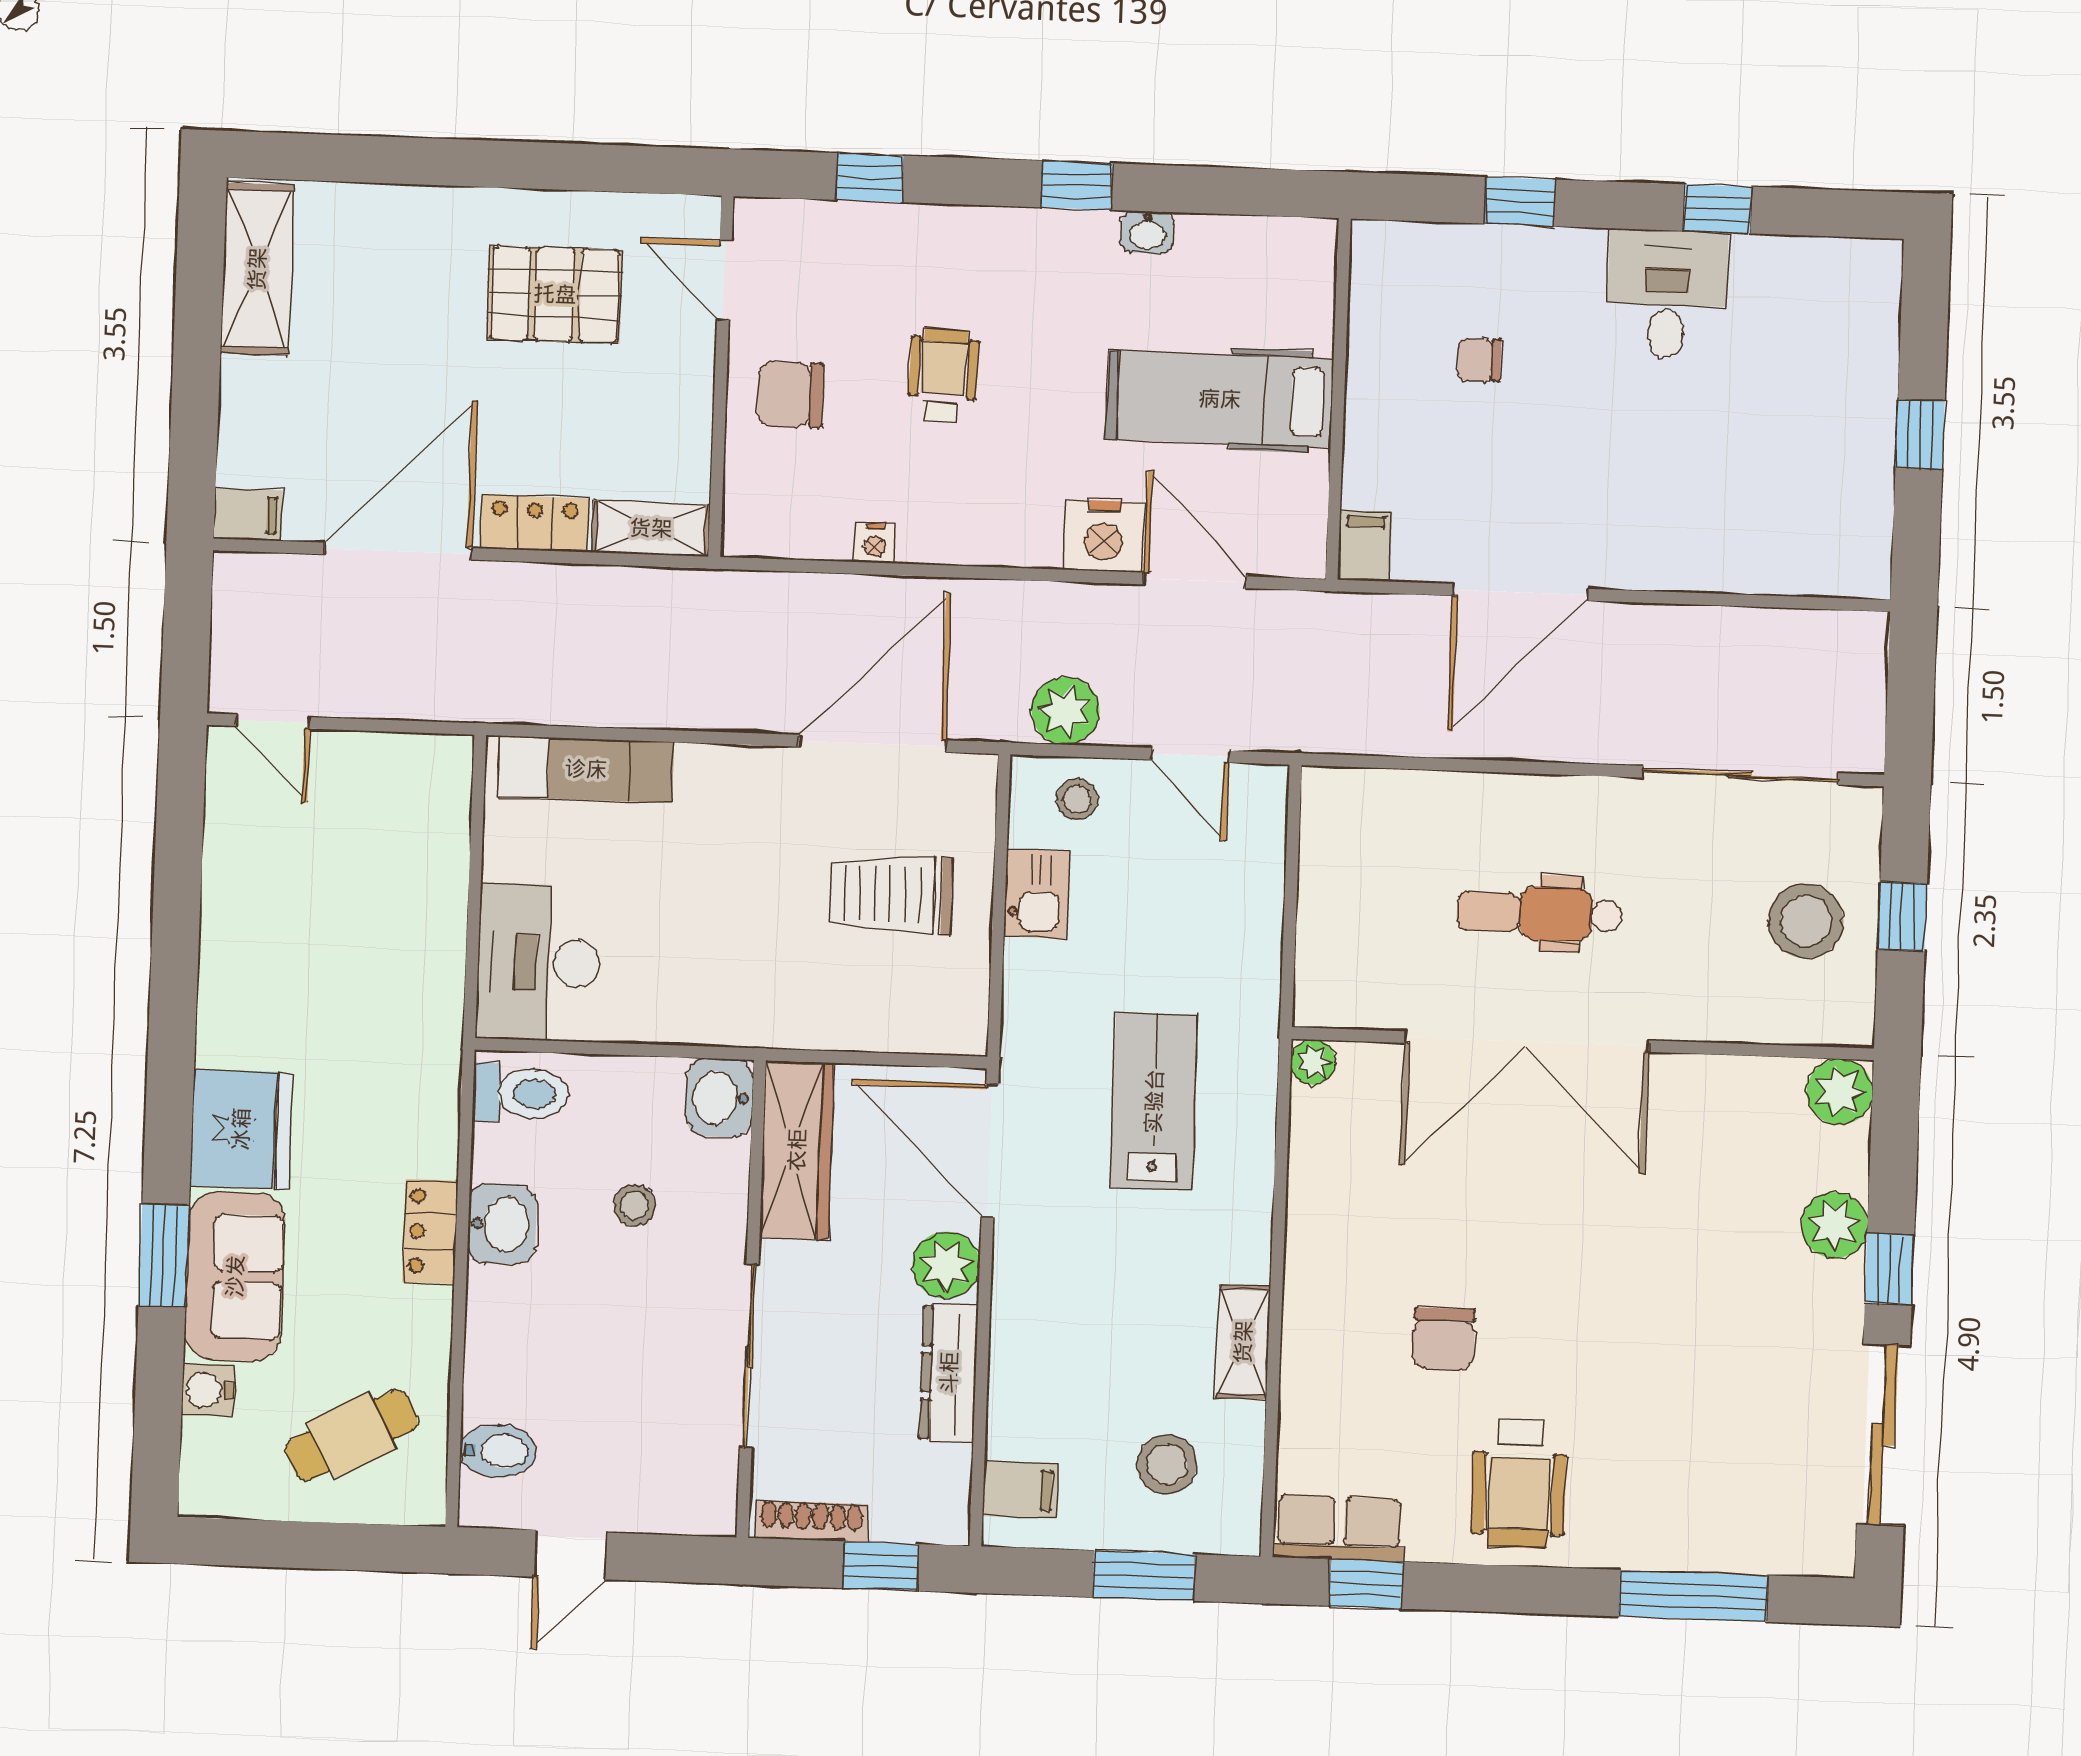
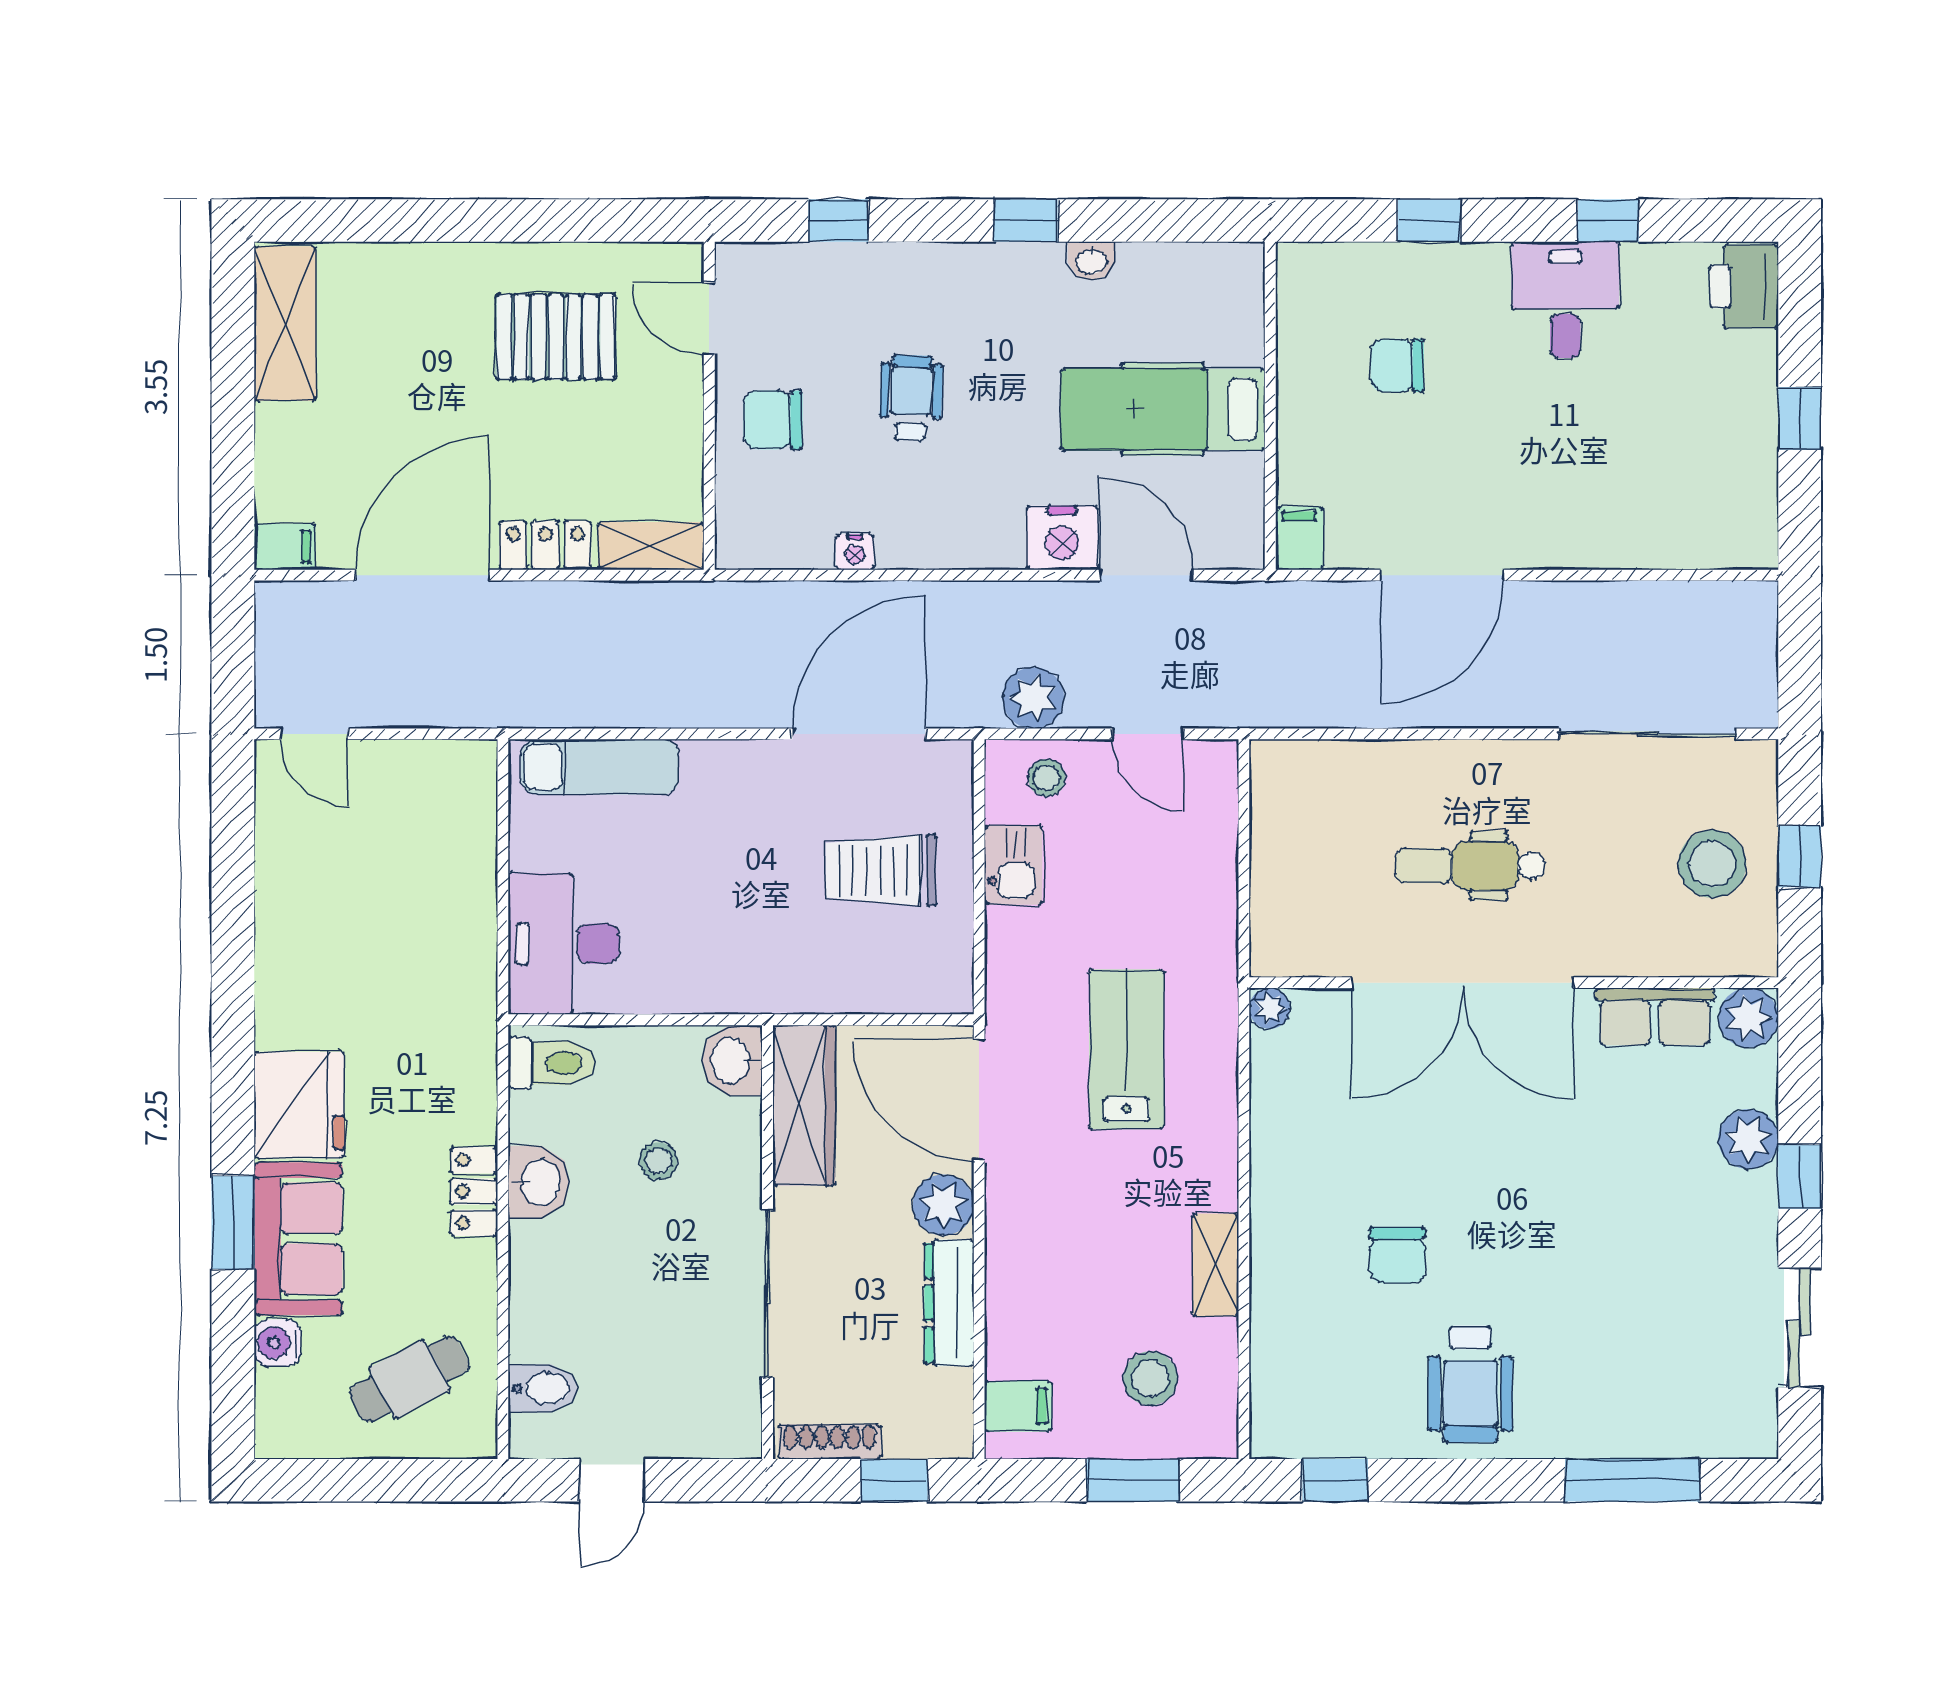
printer: (1864, 287) -> (1744, 287), added
chair: (1479, 360) -> (1397, 365), width x1.37, depth x1.37
sliding door: (1883, 1435) -> (1800, 1328), width x0.73
row of seats: (1339, 1528) -> (1655, 1017), moved, turned 180

